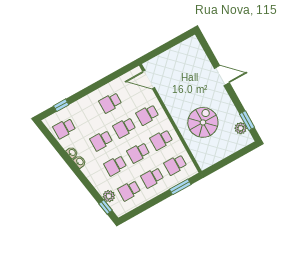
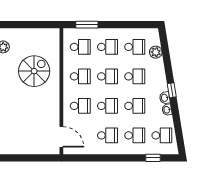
school desk: (87, 116) -> (135, 135), added
spiral stairs: (203, 122) -> (34, 71), turned 180
window: (106, 207) -> (172, 90), moved

